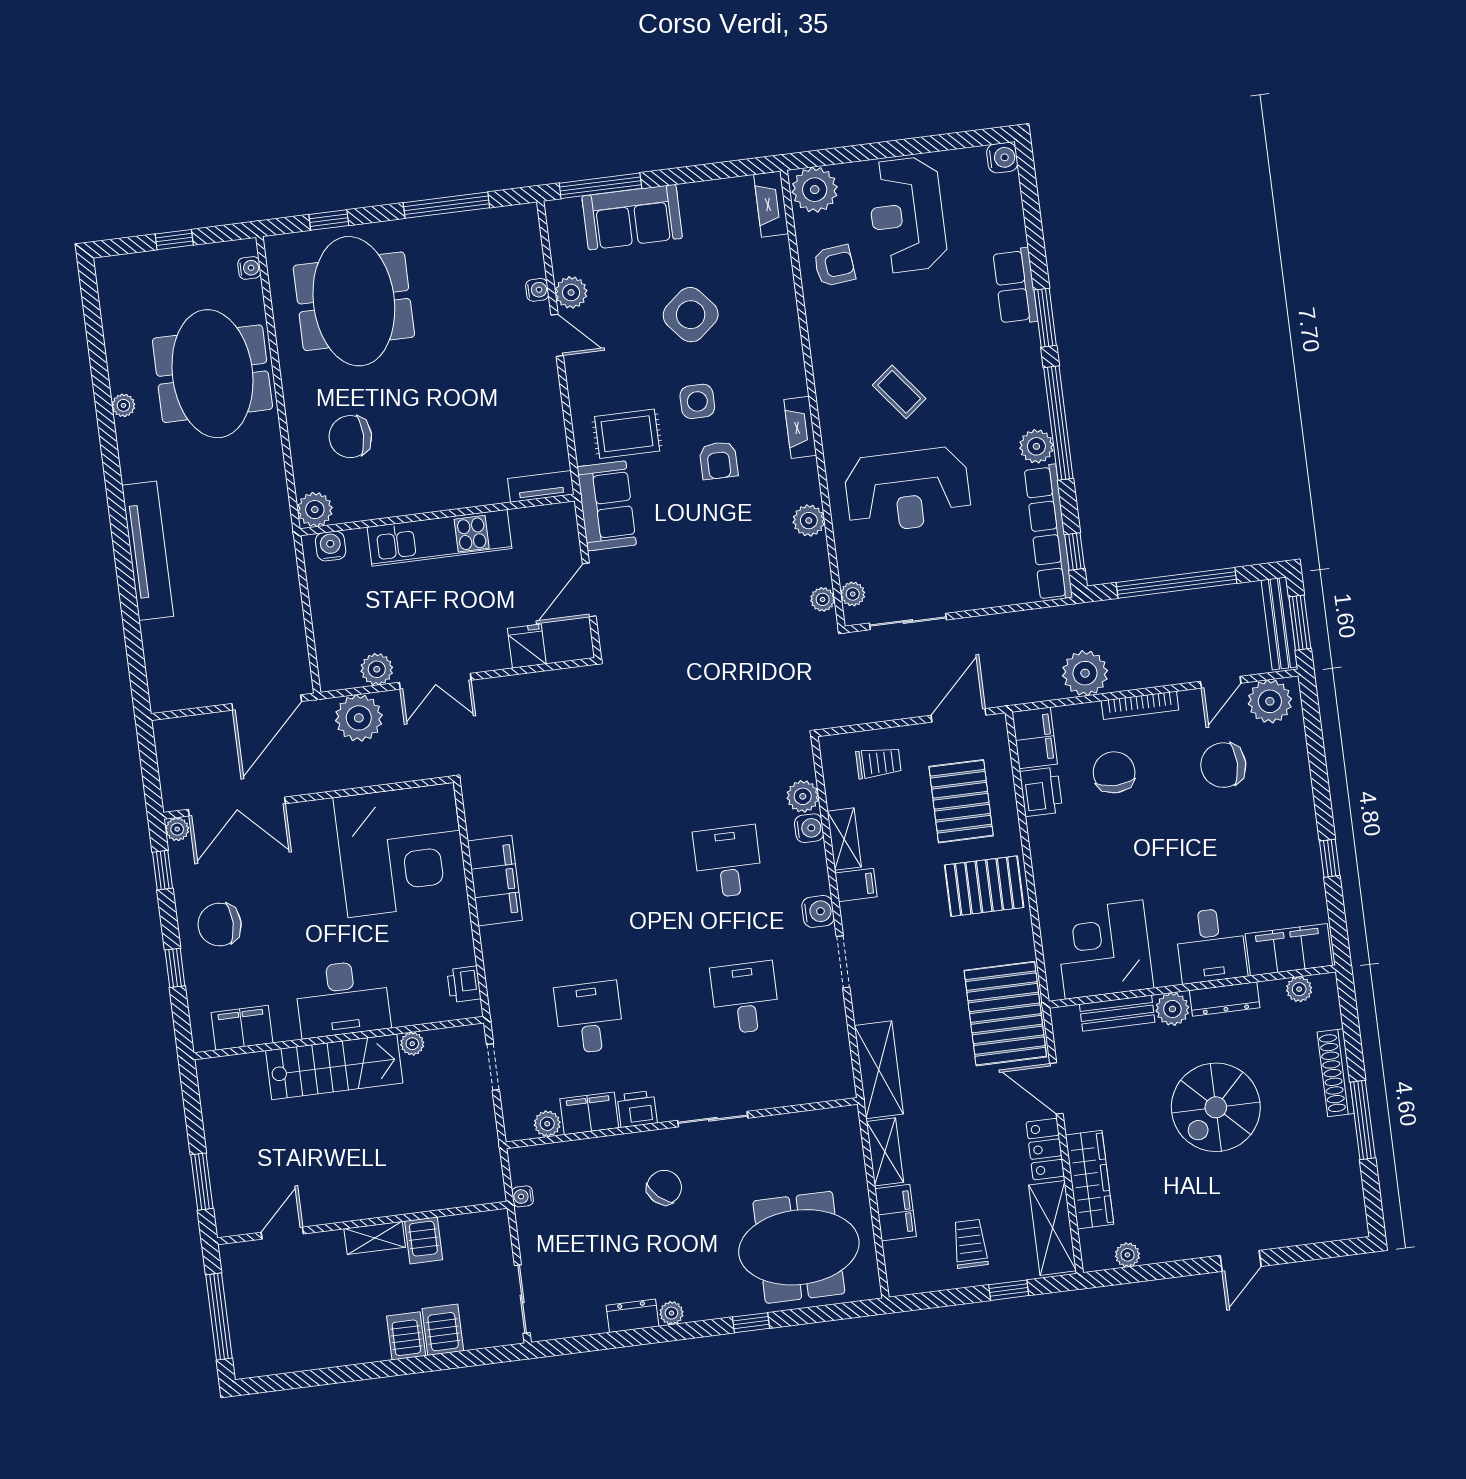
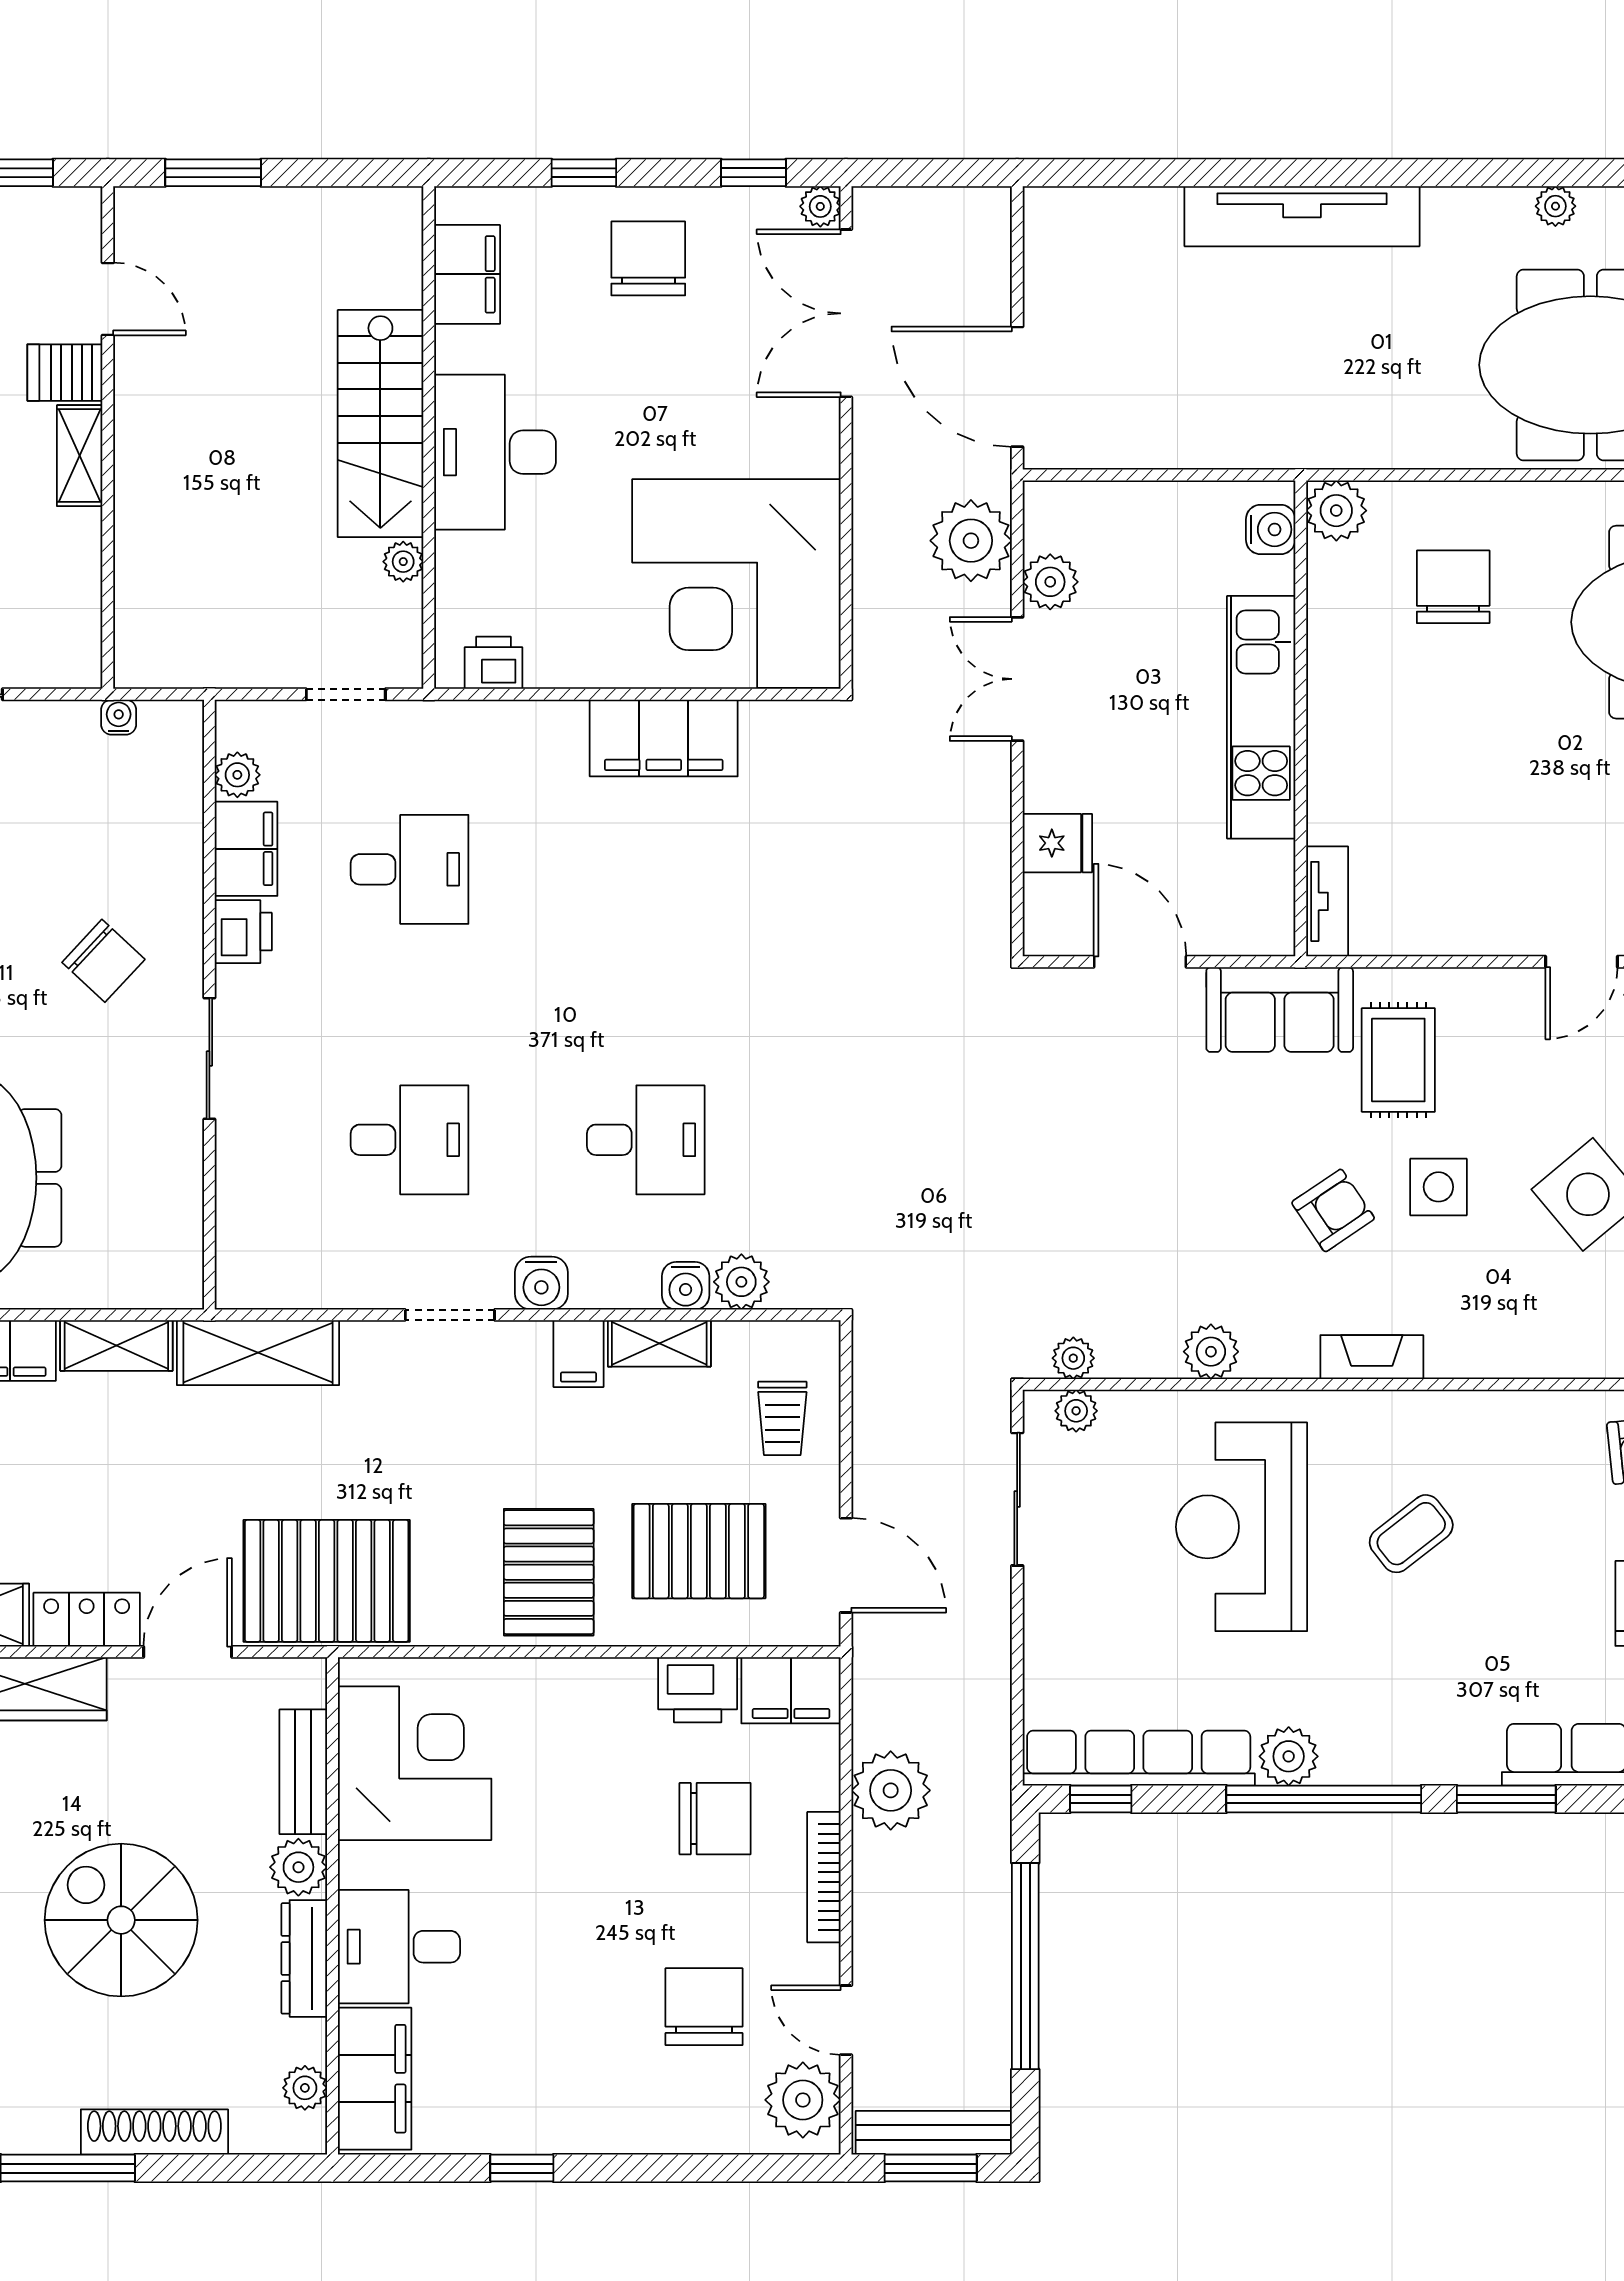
armchair: (719, 460) -> (1333, 1210), turned 146
server rack: (424, 1240) -> (65, 373), moved

